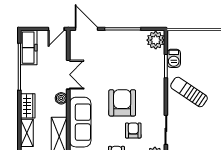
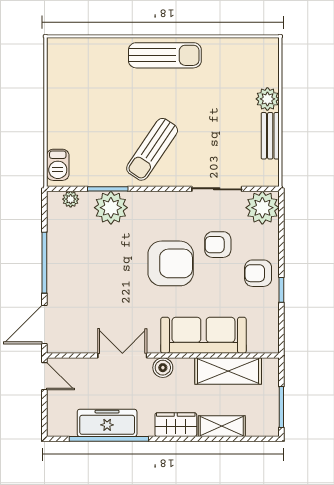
plant: (156, 40) -> (71, 199), width x0.53, depth x0.53
freezer: (29, 48) -> (107, 423), moved
barbecue: (174, 58) -> (58, 165), moved, turned 90
plant: (155, 68) -> (111, 208), added
armchair: (122, 103) -> (171, 263), turned 180

